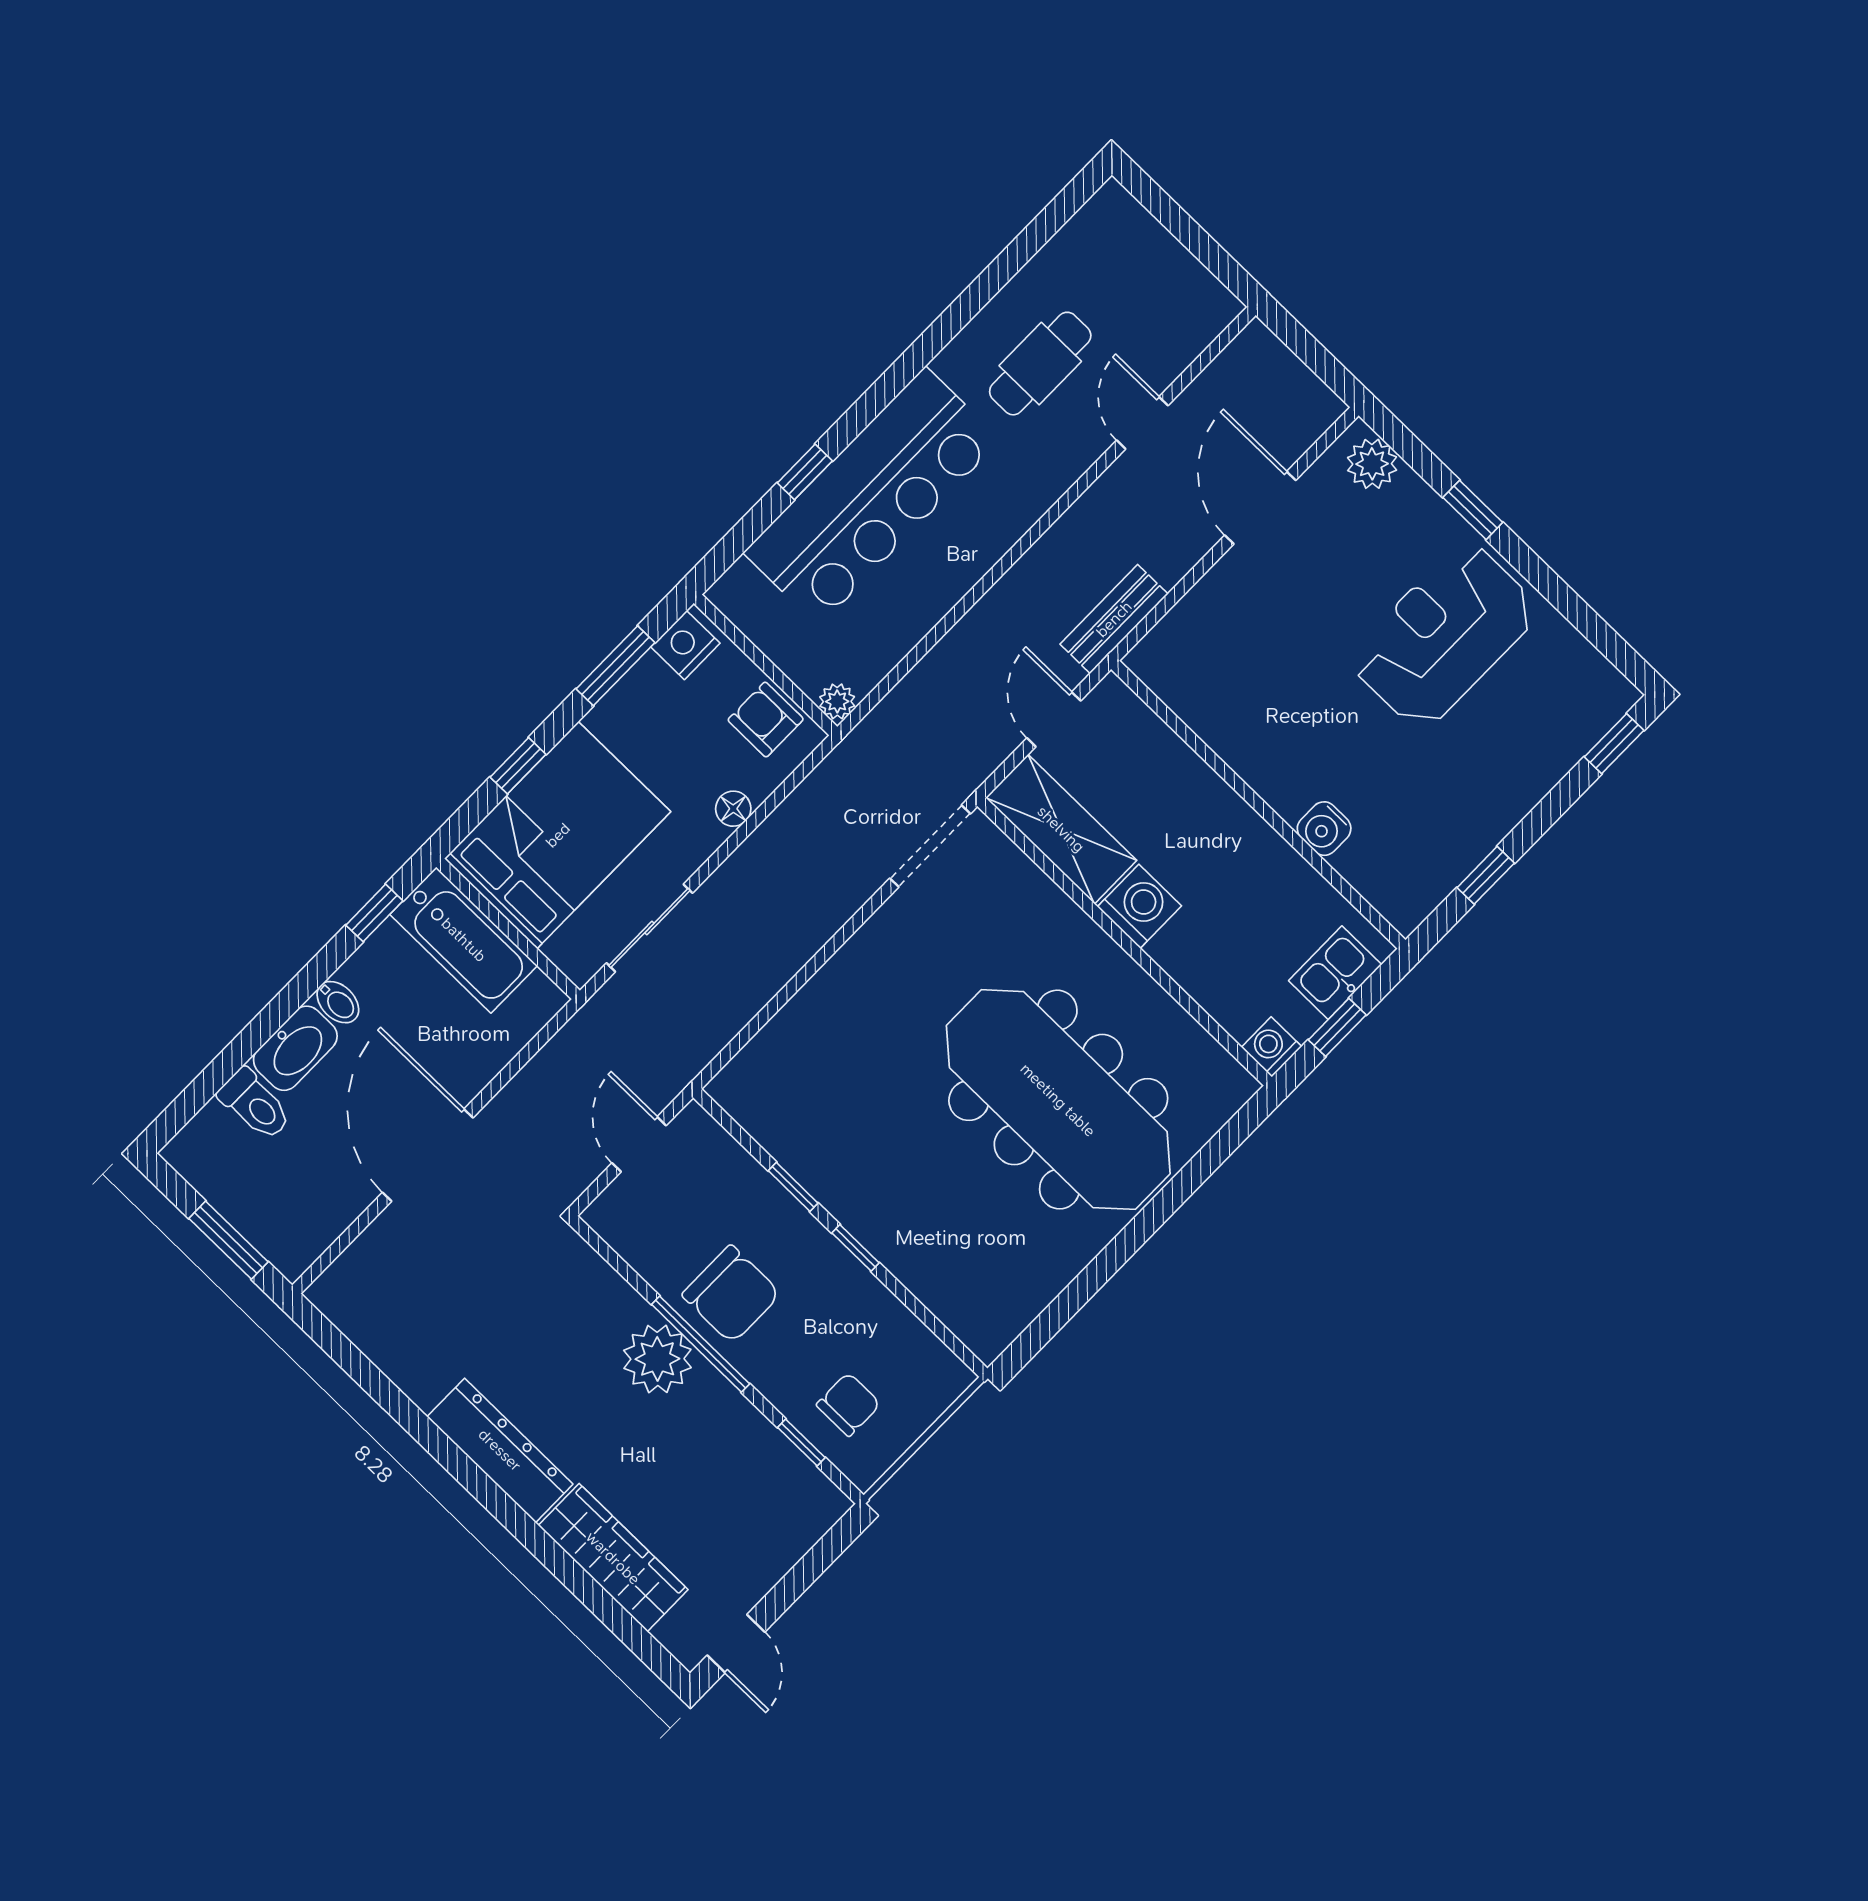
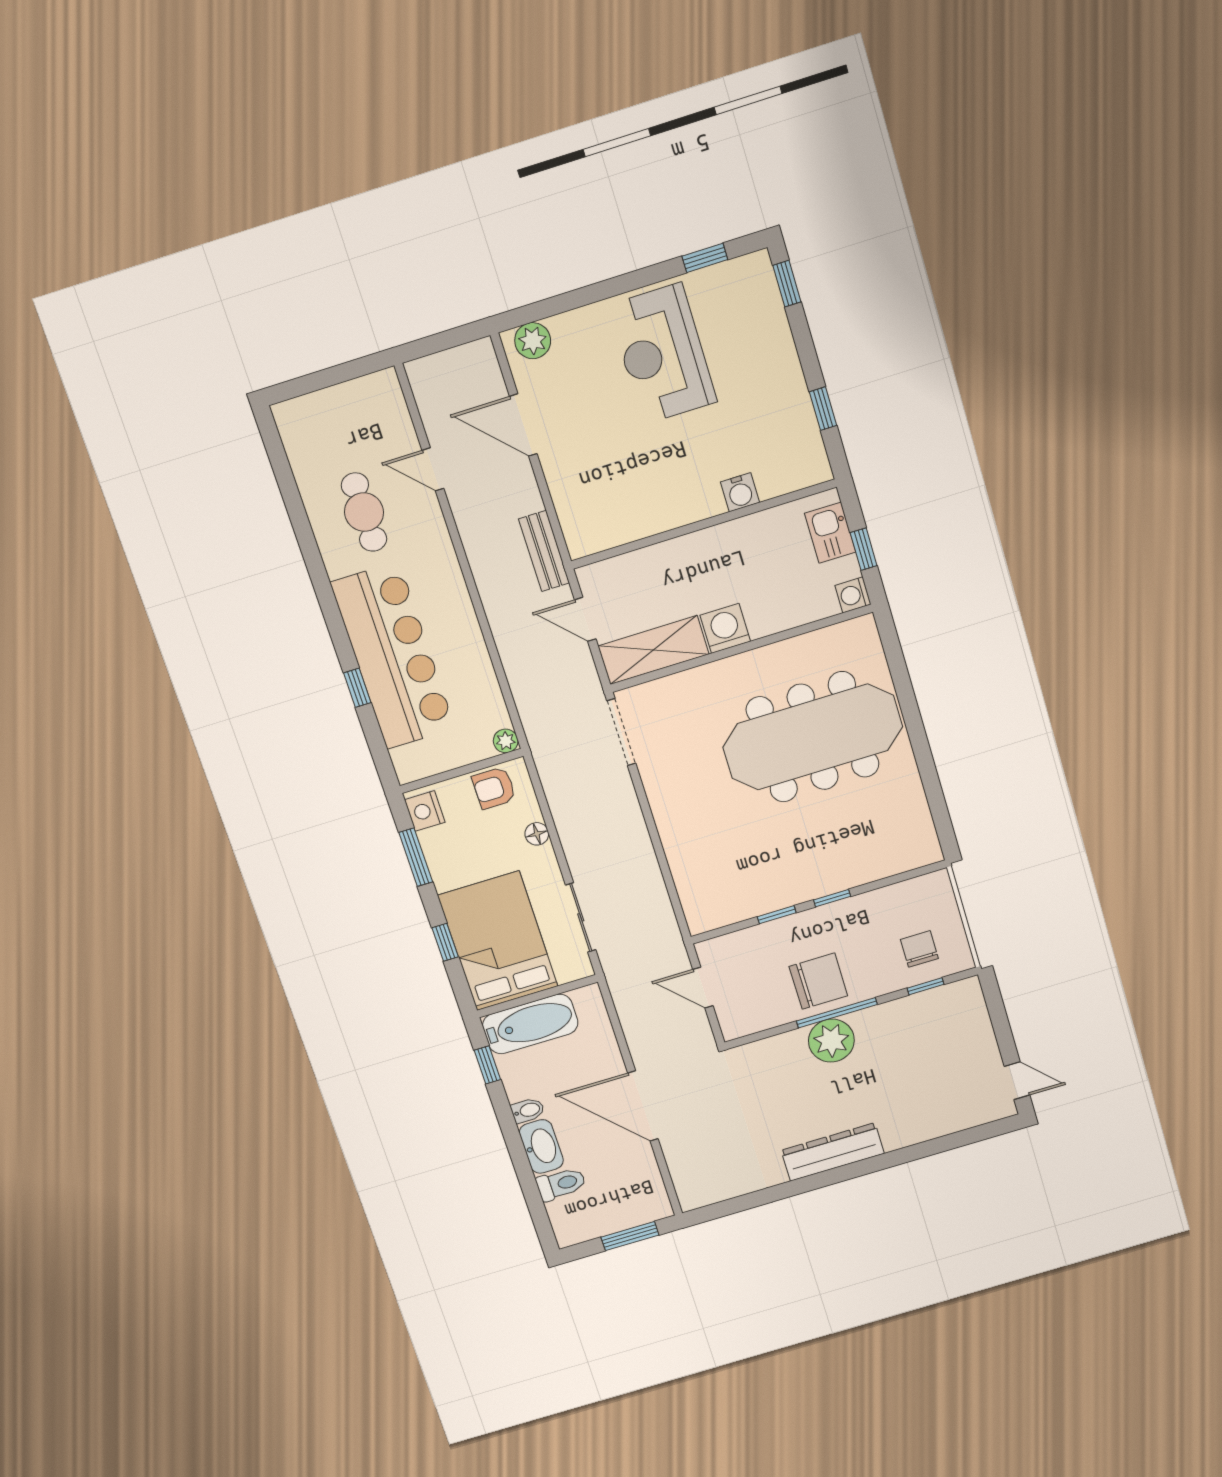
window: (1473, 510) -> (705, 258), moved
wardrobe: (613, 1558) -> (929, 1122), removed

